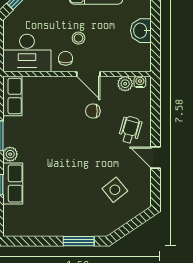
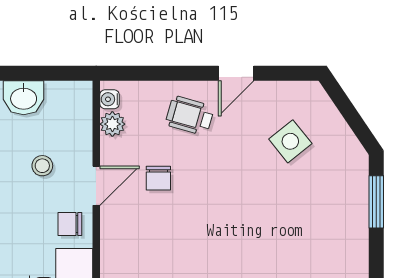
stool: (78, 38) -> (42, 166), moved

